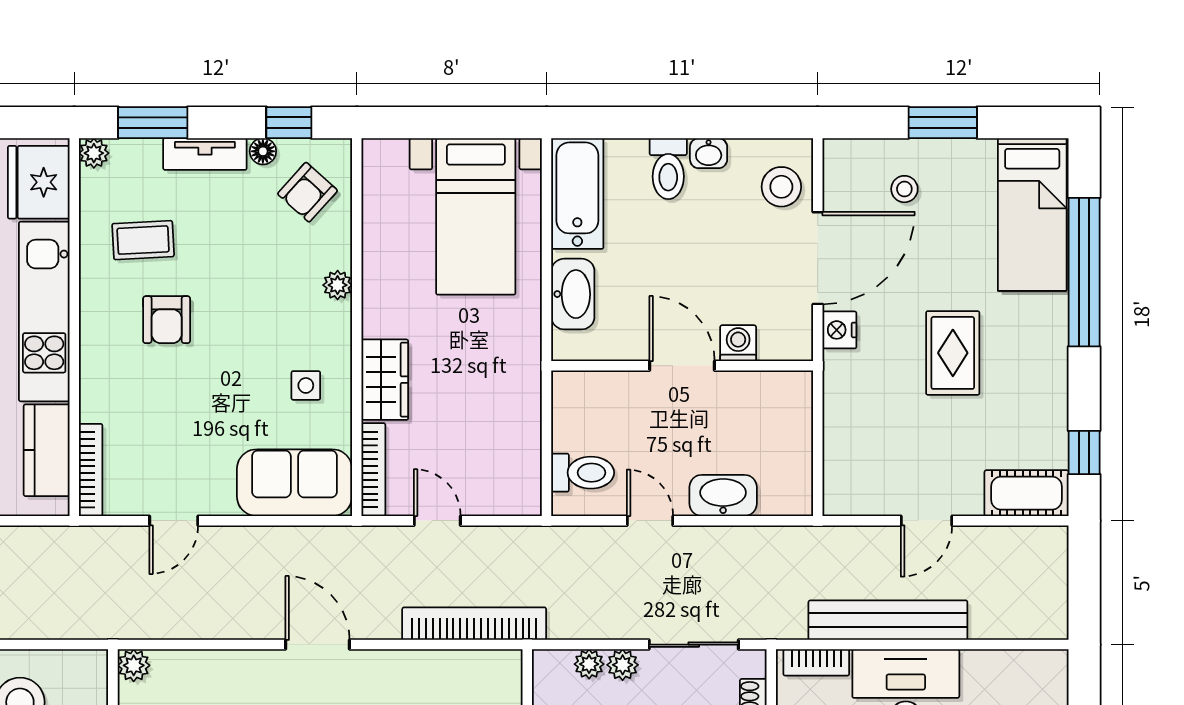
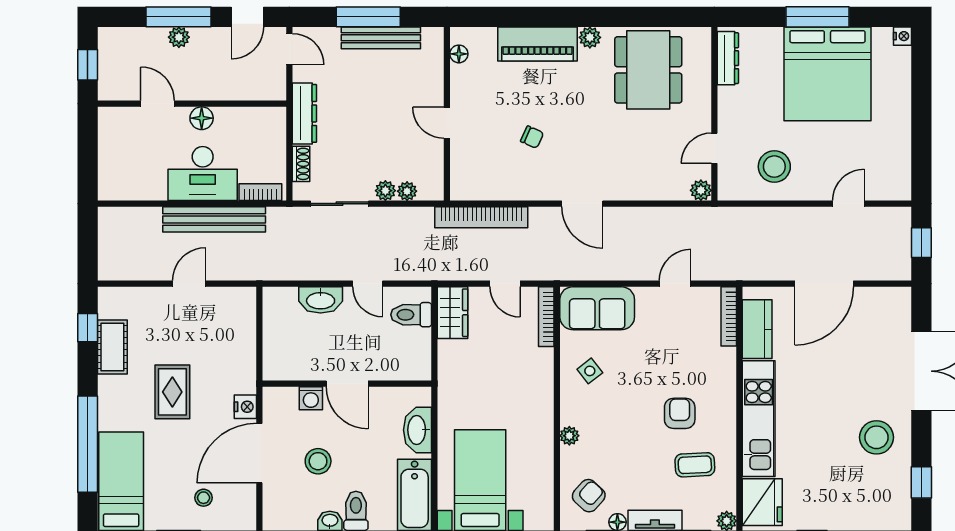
stool: (781, 187) -> (318, 461), moved
wardrobe: (385, 380) -> (452, 313), moved, turned 180
side table: (306, 385) -> (590, 371), turned -38
cot: (1027, 493) -> (112, 347), moved, turned 90

